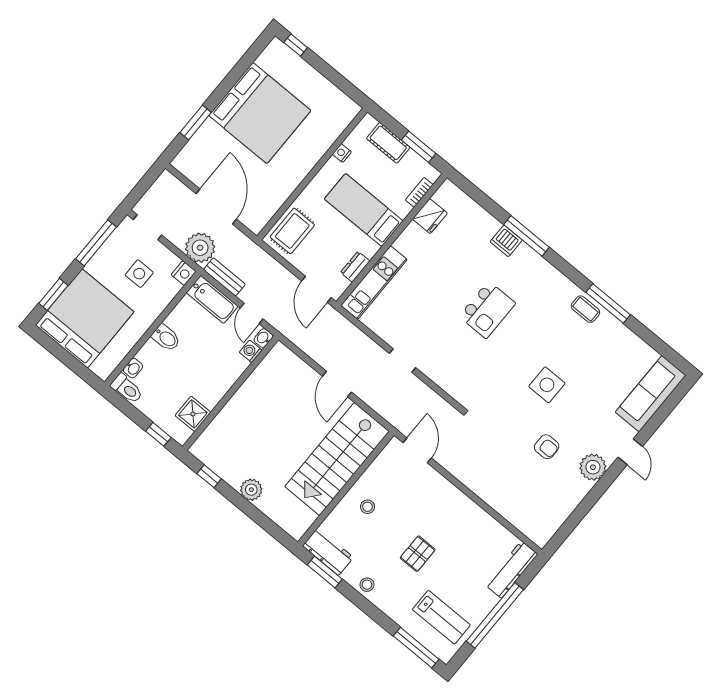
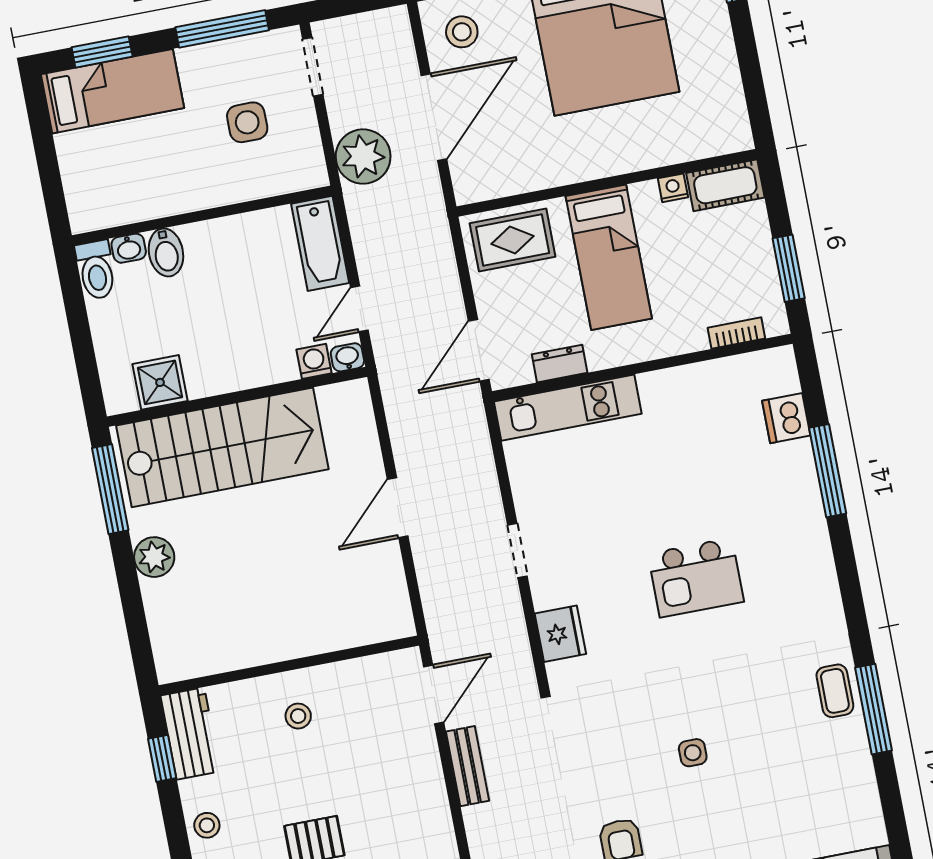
cot: (388, 143) -> (725, 185), moved, turned 90
stool: (198, 161) -> (462, 32), added
bed: (364, 210) -> (609, 257), moved, turned 180
fridge: (430, 216) -> (560, 634), moved, turned -90
window: (526, 236) -> (828, 471), moved
dishwasher: (506, 241) -> (786, 418), moved
nightstand: (184, 273) -> (310, 173), removed
bench: (224, 277) -> (468, 766), moved
bed: (85, 318) -> (112, 91), width x0.49
bidet: (166, 338) -> (166, 252), moved
side table: (547, 385) -> (693, 753), width x0.54, depth x0.54
window: (158, 434) -> (88, 371), removed
stairs: (337, 459) -> (222, 447), moved, turned 180
window: (209, 476) -> (110, 489), width x2.17
window: (325, 572) -> (162, 758), width x0.67

